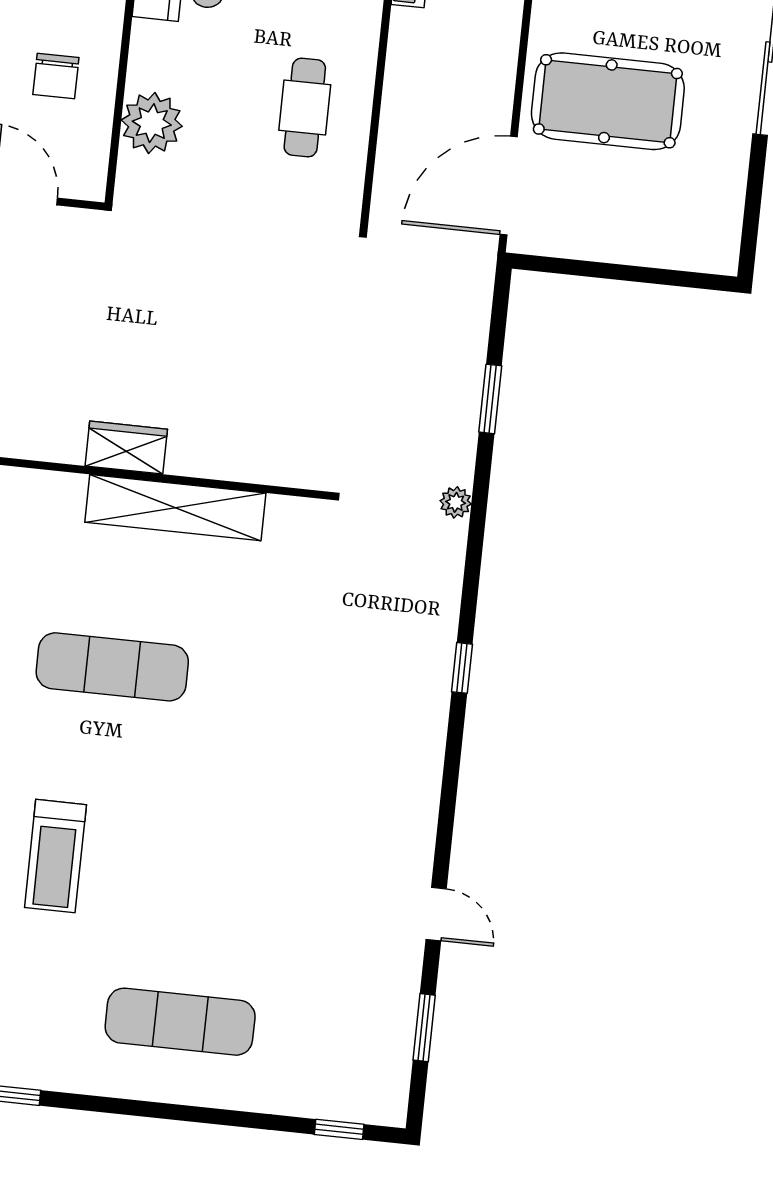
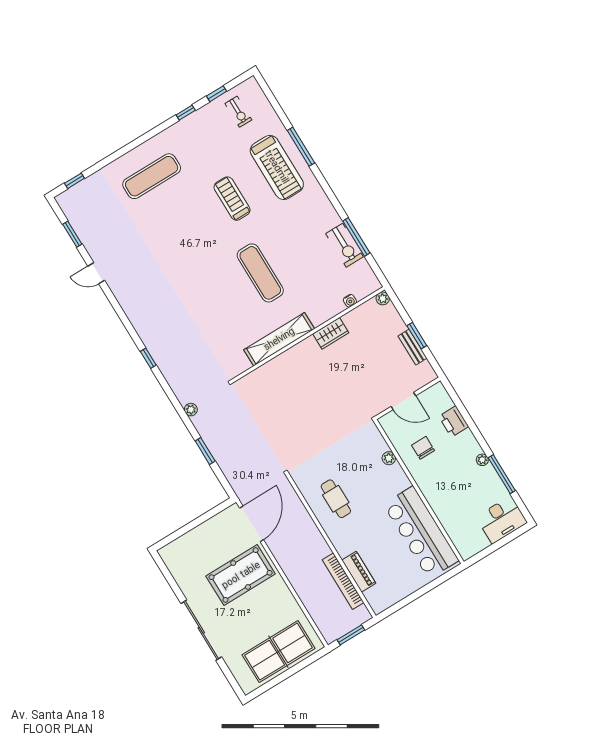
plant: (152, 123) -> (389, 458), width x0.53, depth x0.53
wardrobe: (126, 448) -> (331, 333), moved
exercise mat: (112, 667) -> (260, 273), turned 90

